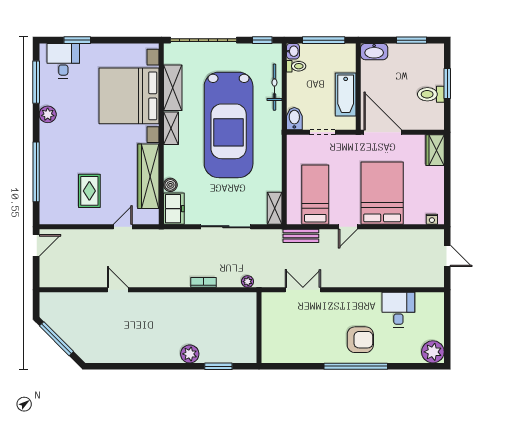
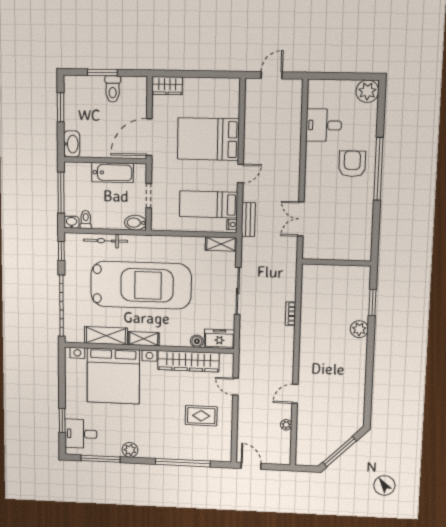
nightstand: (432, 219) -> (232, 225), moved
door: (348, 227) -> (240, 173), hinge flipped
plant: (248, 282) -> (286, 425), moved

